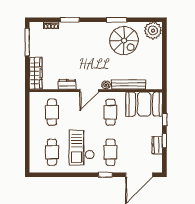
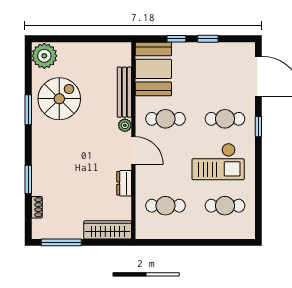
dresser: (157, 145) -> (214, 50), removed

